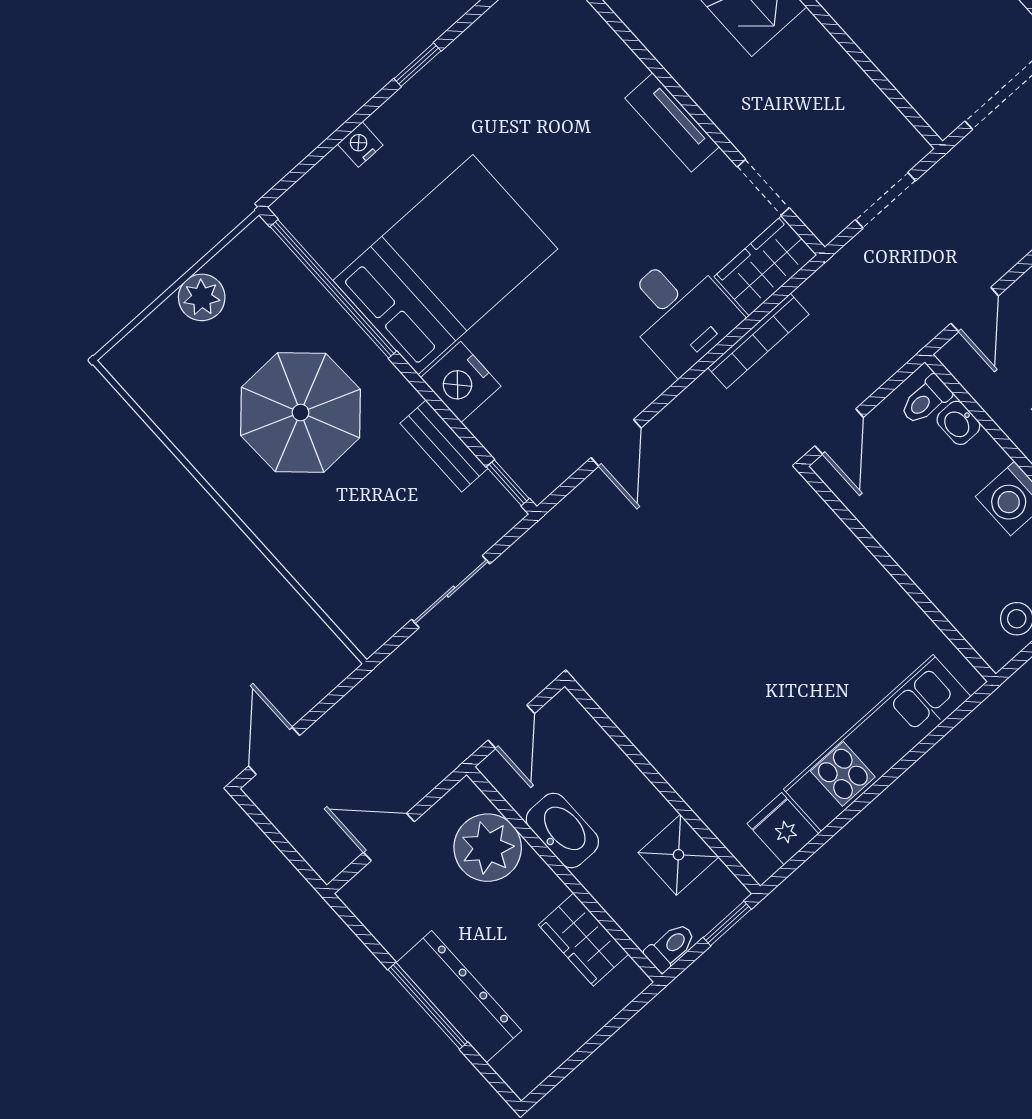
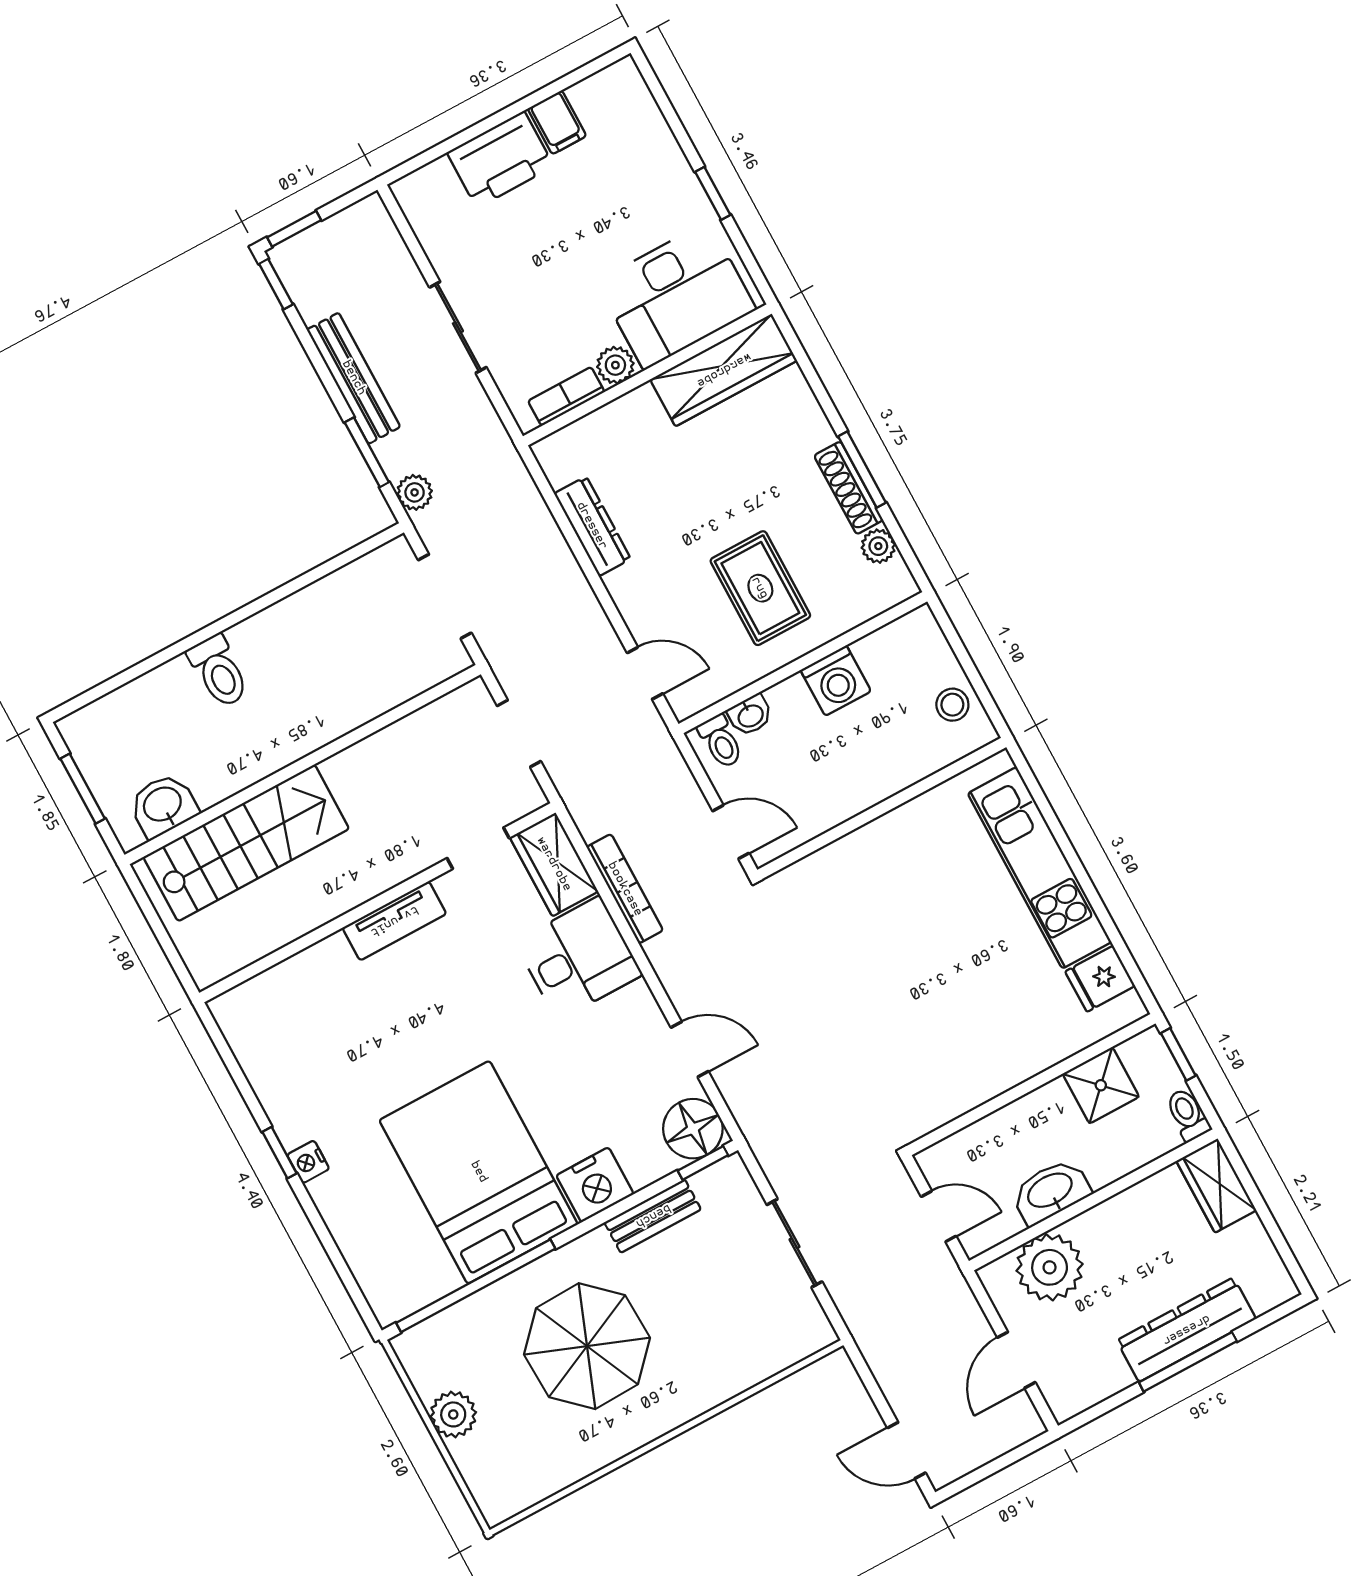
nightstand: (360, 145) -> (308, 1162), moved
floor lamp: (539, 465) -> (693, 1129), added
wardrobe: (584, 940) -> (1216, 1186), moved, turned 90

